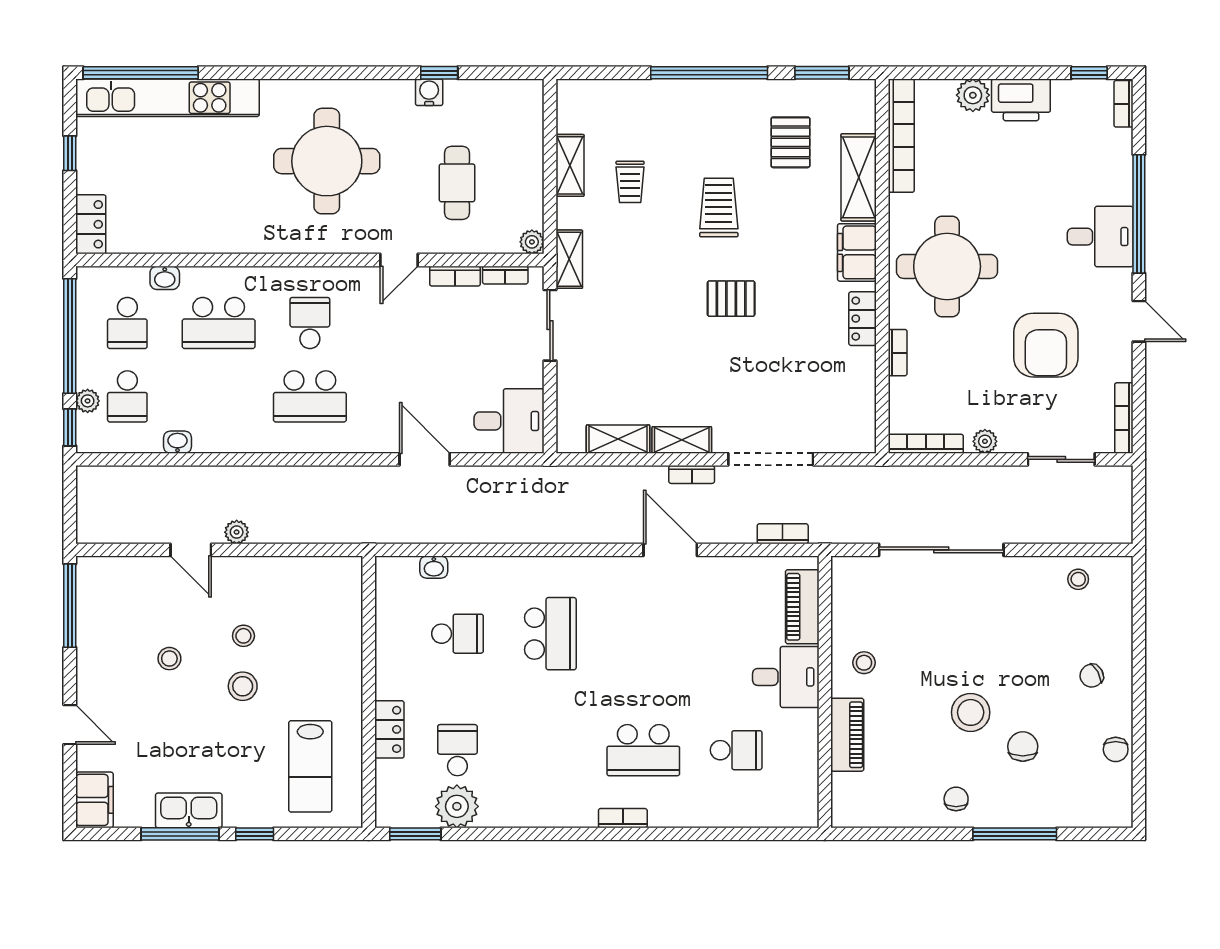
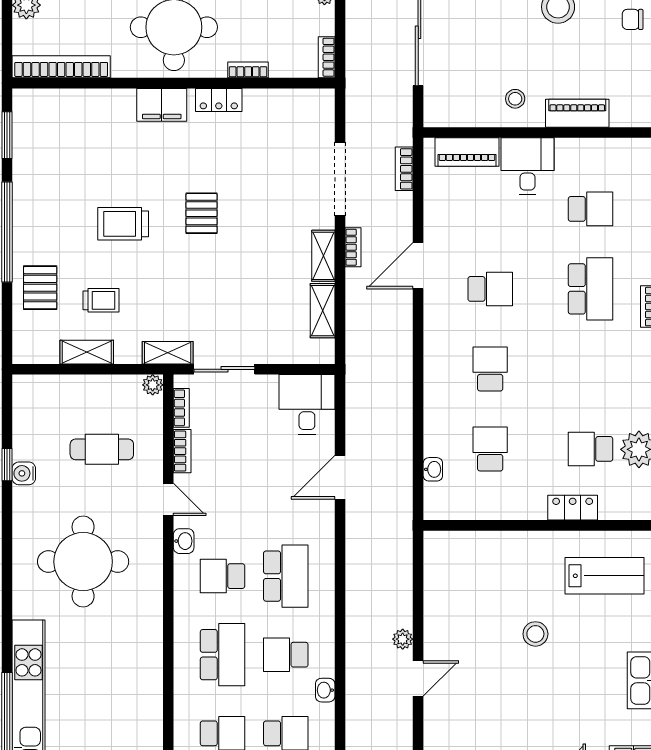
pallet: (790, 142) -> (40, 288), moved, turned 90
shelving: (859, 177) -> (97, 103), removed
washbasin: (165, 278) -> (184, 541), moved
school desk: (219, 396) -> (286, 655), added
bookcase: (926, 444) -> (327, 57), width x0.64
school desk: (550, 634) -> (490, 369), width x0.54
school desk: (643, 634) -> (490, 289), added
stool: (243, 636) -> (492, 633), removed
stool: (169, 659) -> (512, 697), removed
school desk: (736, 750) -> (590, 209), turned 90

